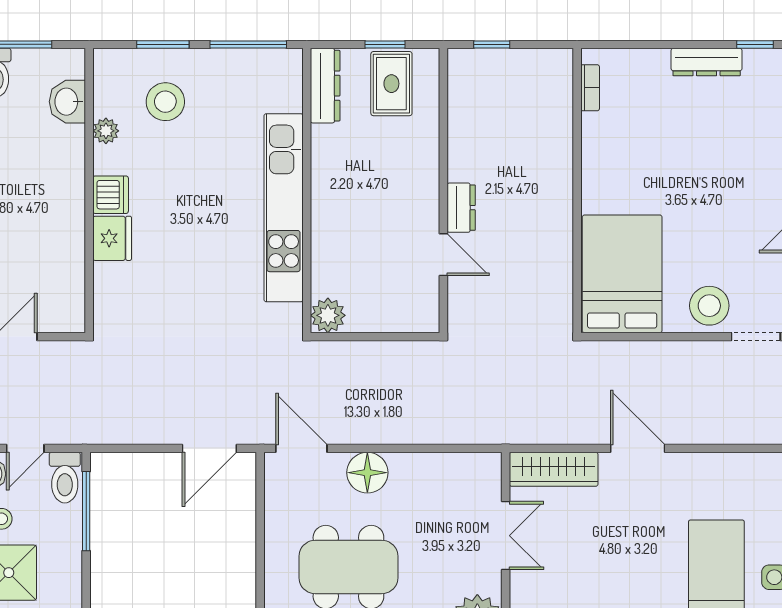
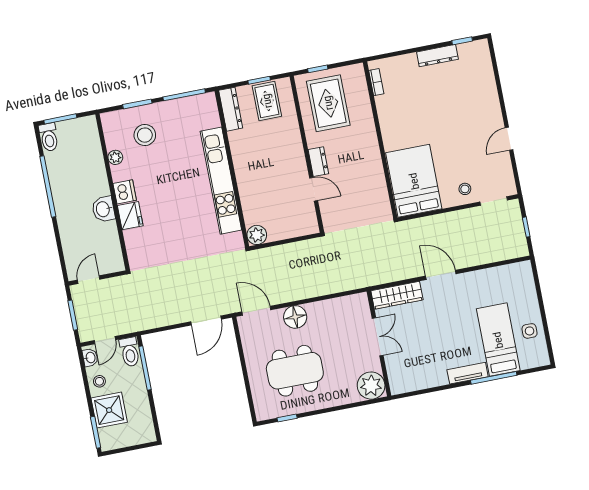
washbasin: (67, 102) -> (103, 209), moved
rug: (498, 108) -> (328, 103), added
stool: (709, 306) -> (465, 189), width x0.53, depth x0.53

